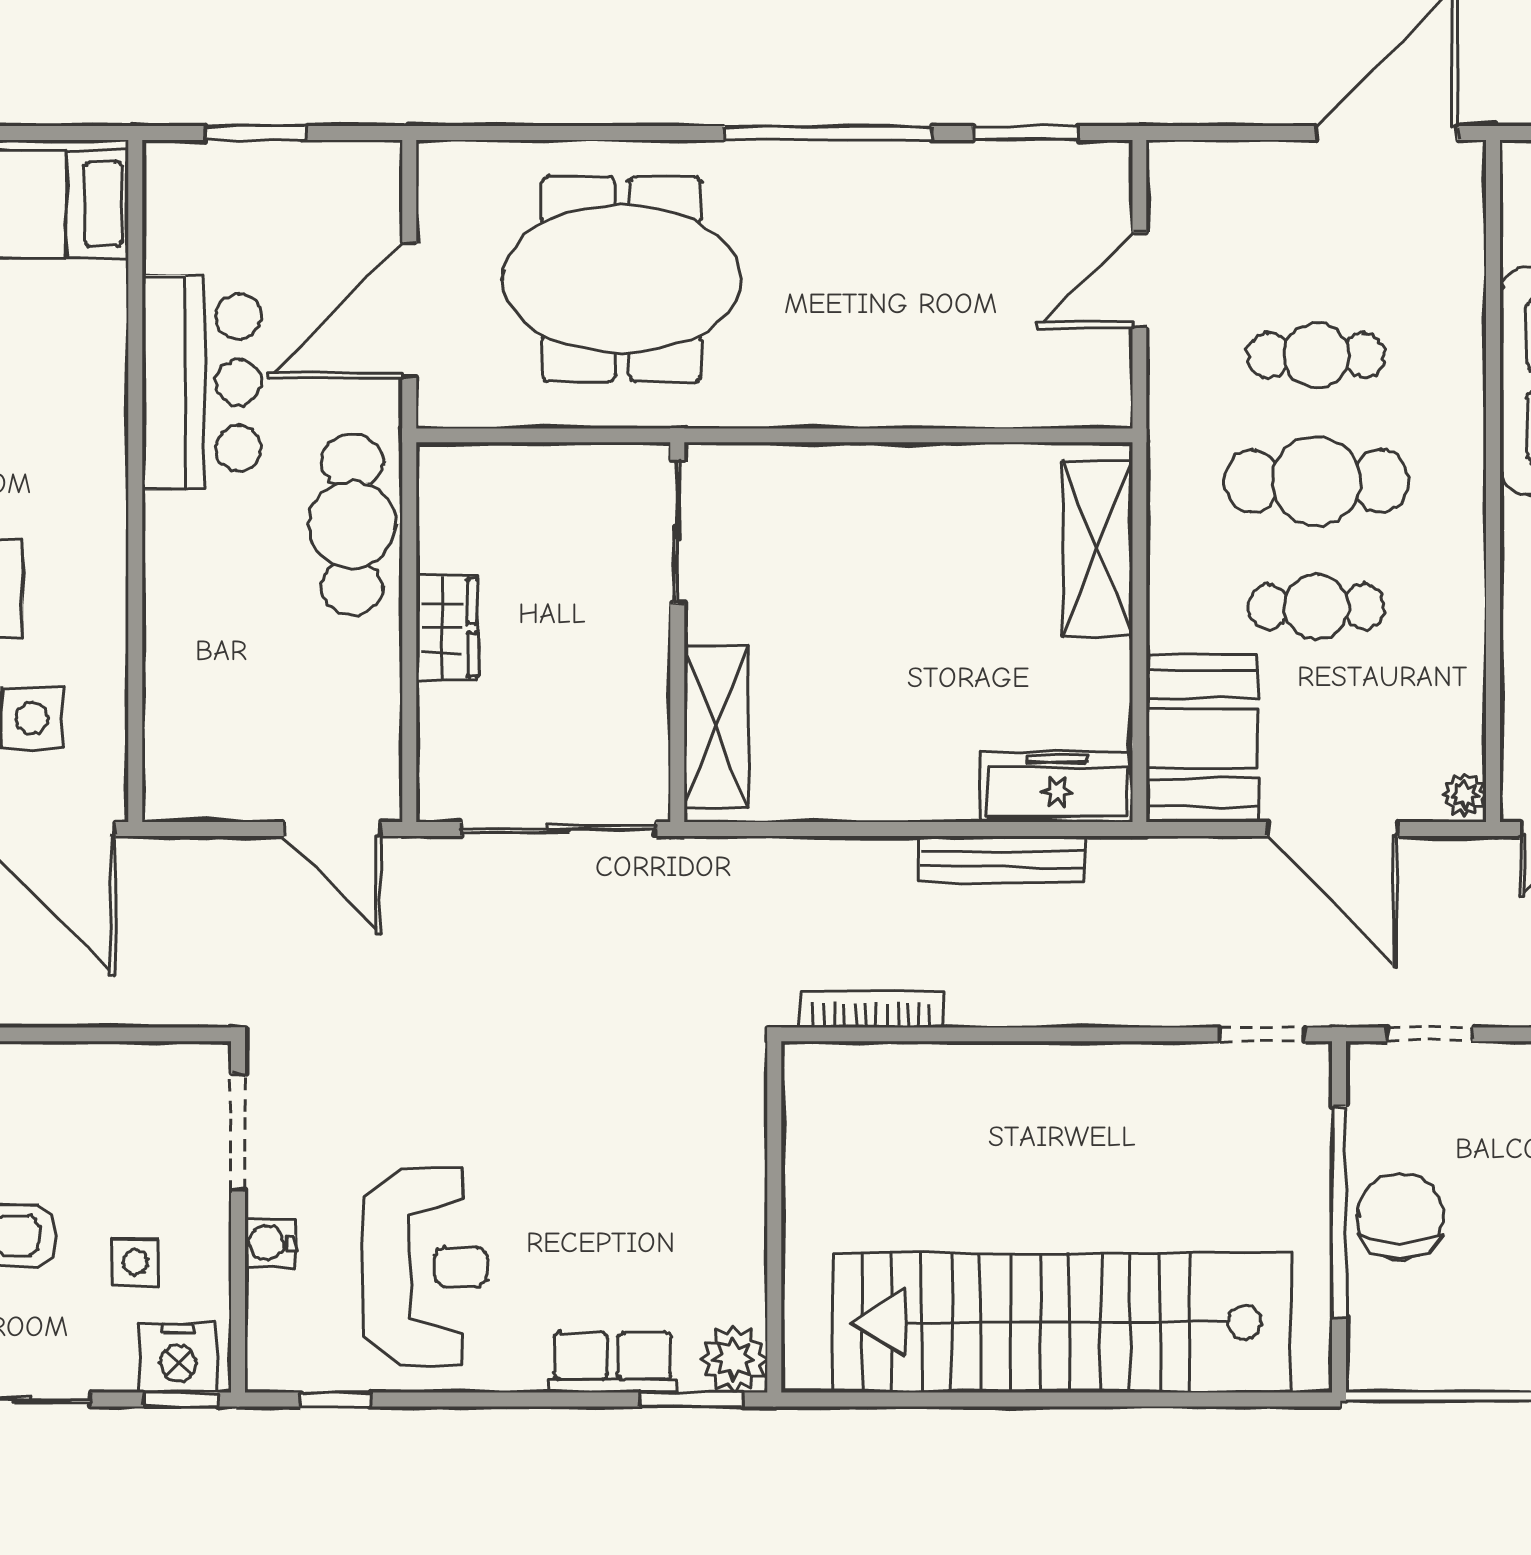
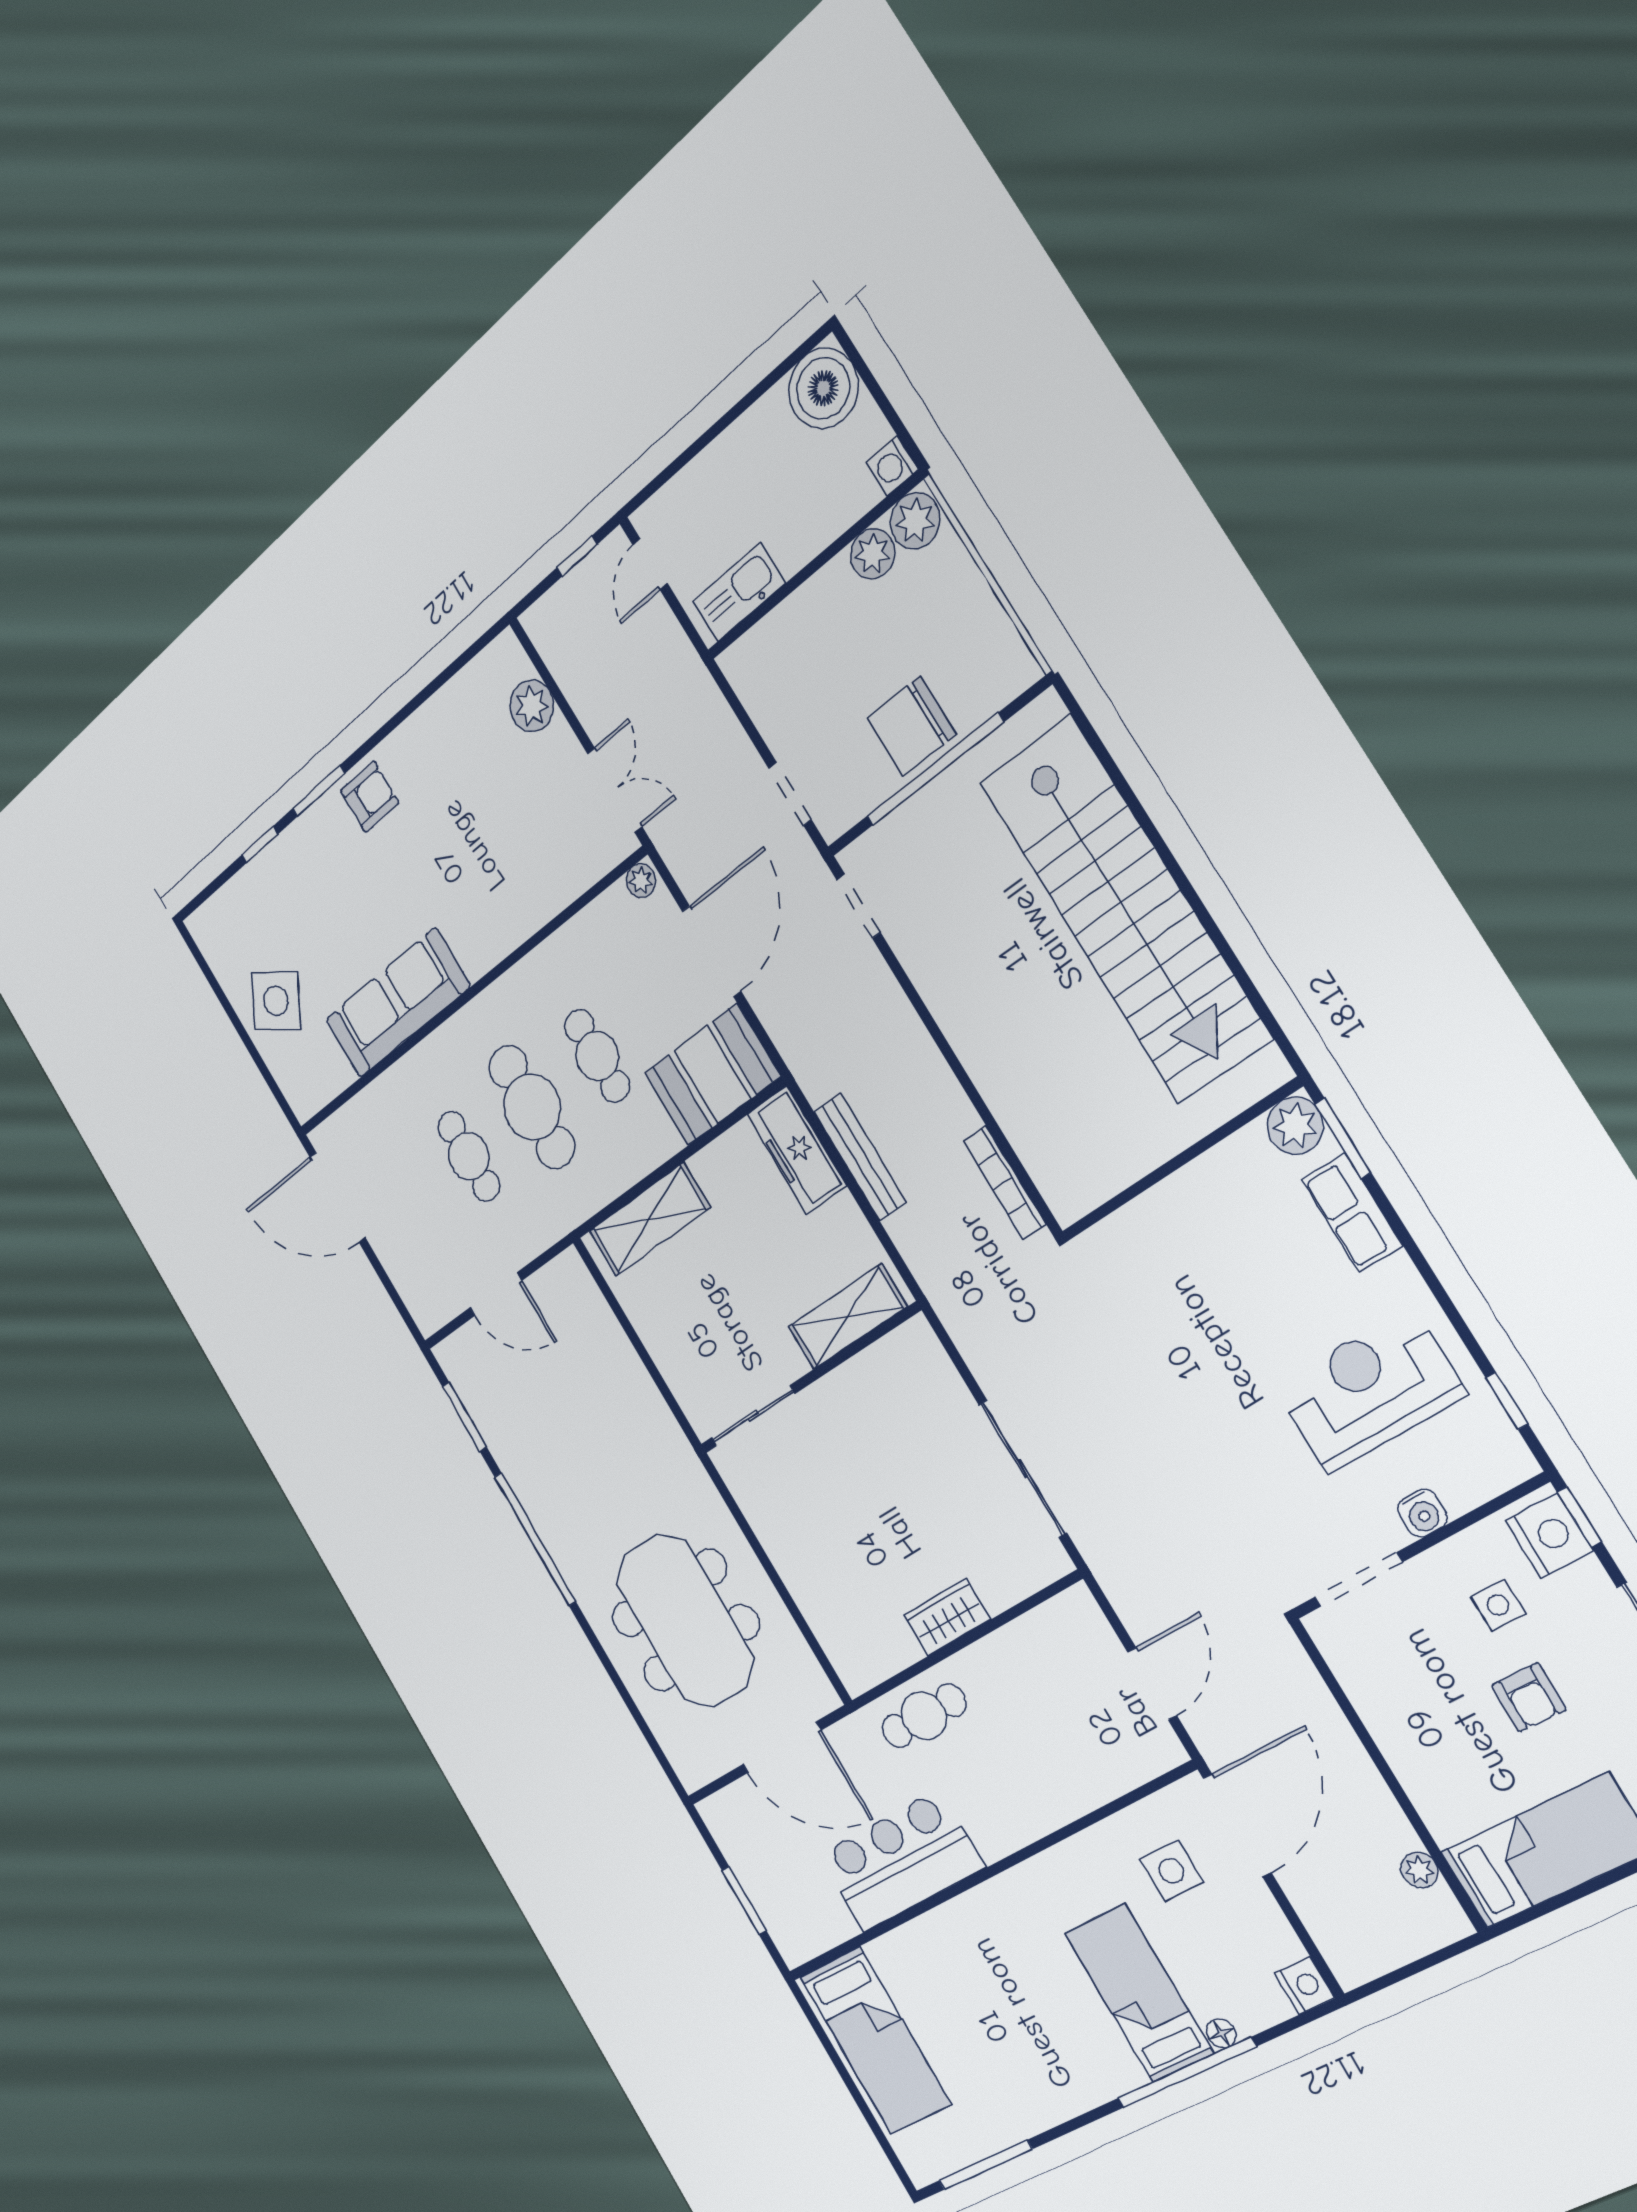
cafe table: (352, 524) -> (924, 1716), width x0.73, depth x0.74
sliding door: (677, 532) -> (753, 1416), moved
wall: (677, 632) -> (809, 1379), moved
shelving: (716, 727) -> (847, 1317), moved
door: (333, 829) -> (1152, 1684), moved

